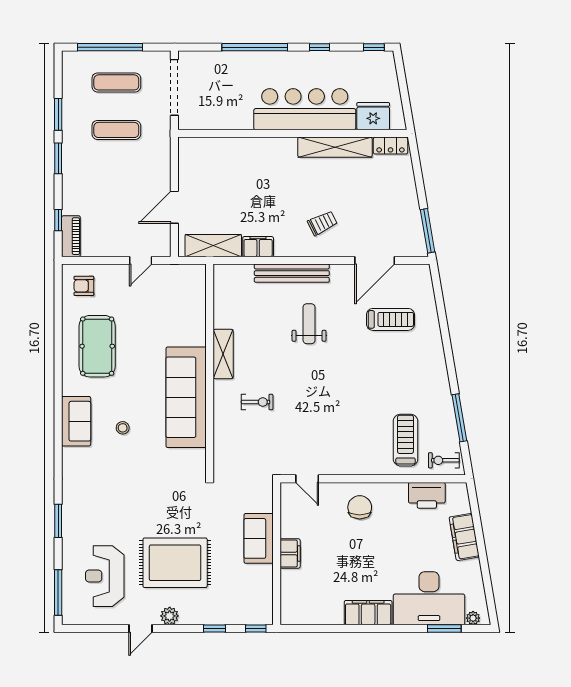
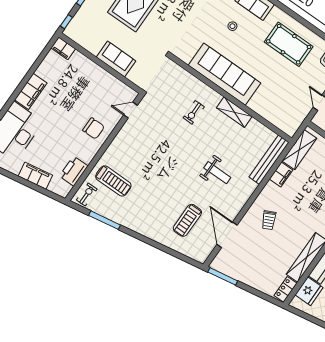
bench: (292, 273) -> (269, 160), moved
filing cabinet: (290, 553) -> (63, 48), moved

